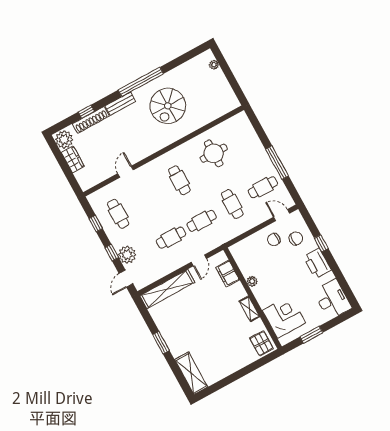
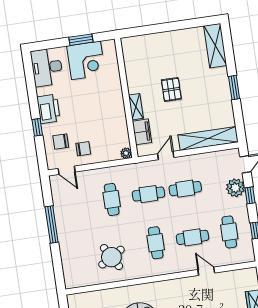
round table: (214, 153) -> (111, 257), turned -31
door: (126, 172) -> (206, 271), swing flipped
cafe table: (263, 187) -> (192, 237), moved
plant: (252, 281) -> (126, 153), moved
shelving: (249, 309) -> (136, 107), moved
corner desk: (284, 317) -> (86, 60), moved, turned -90
pallet: (261, 343) -> (171, 89), moved

